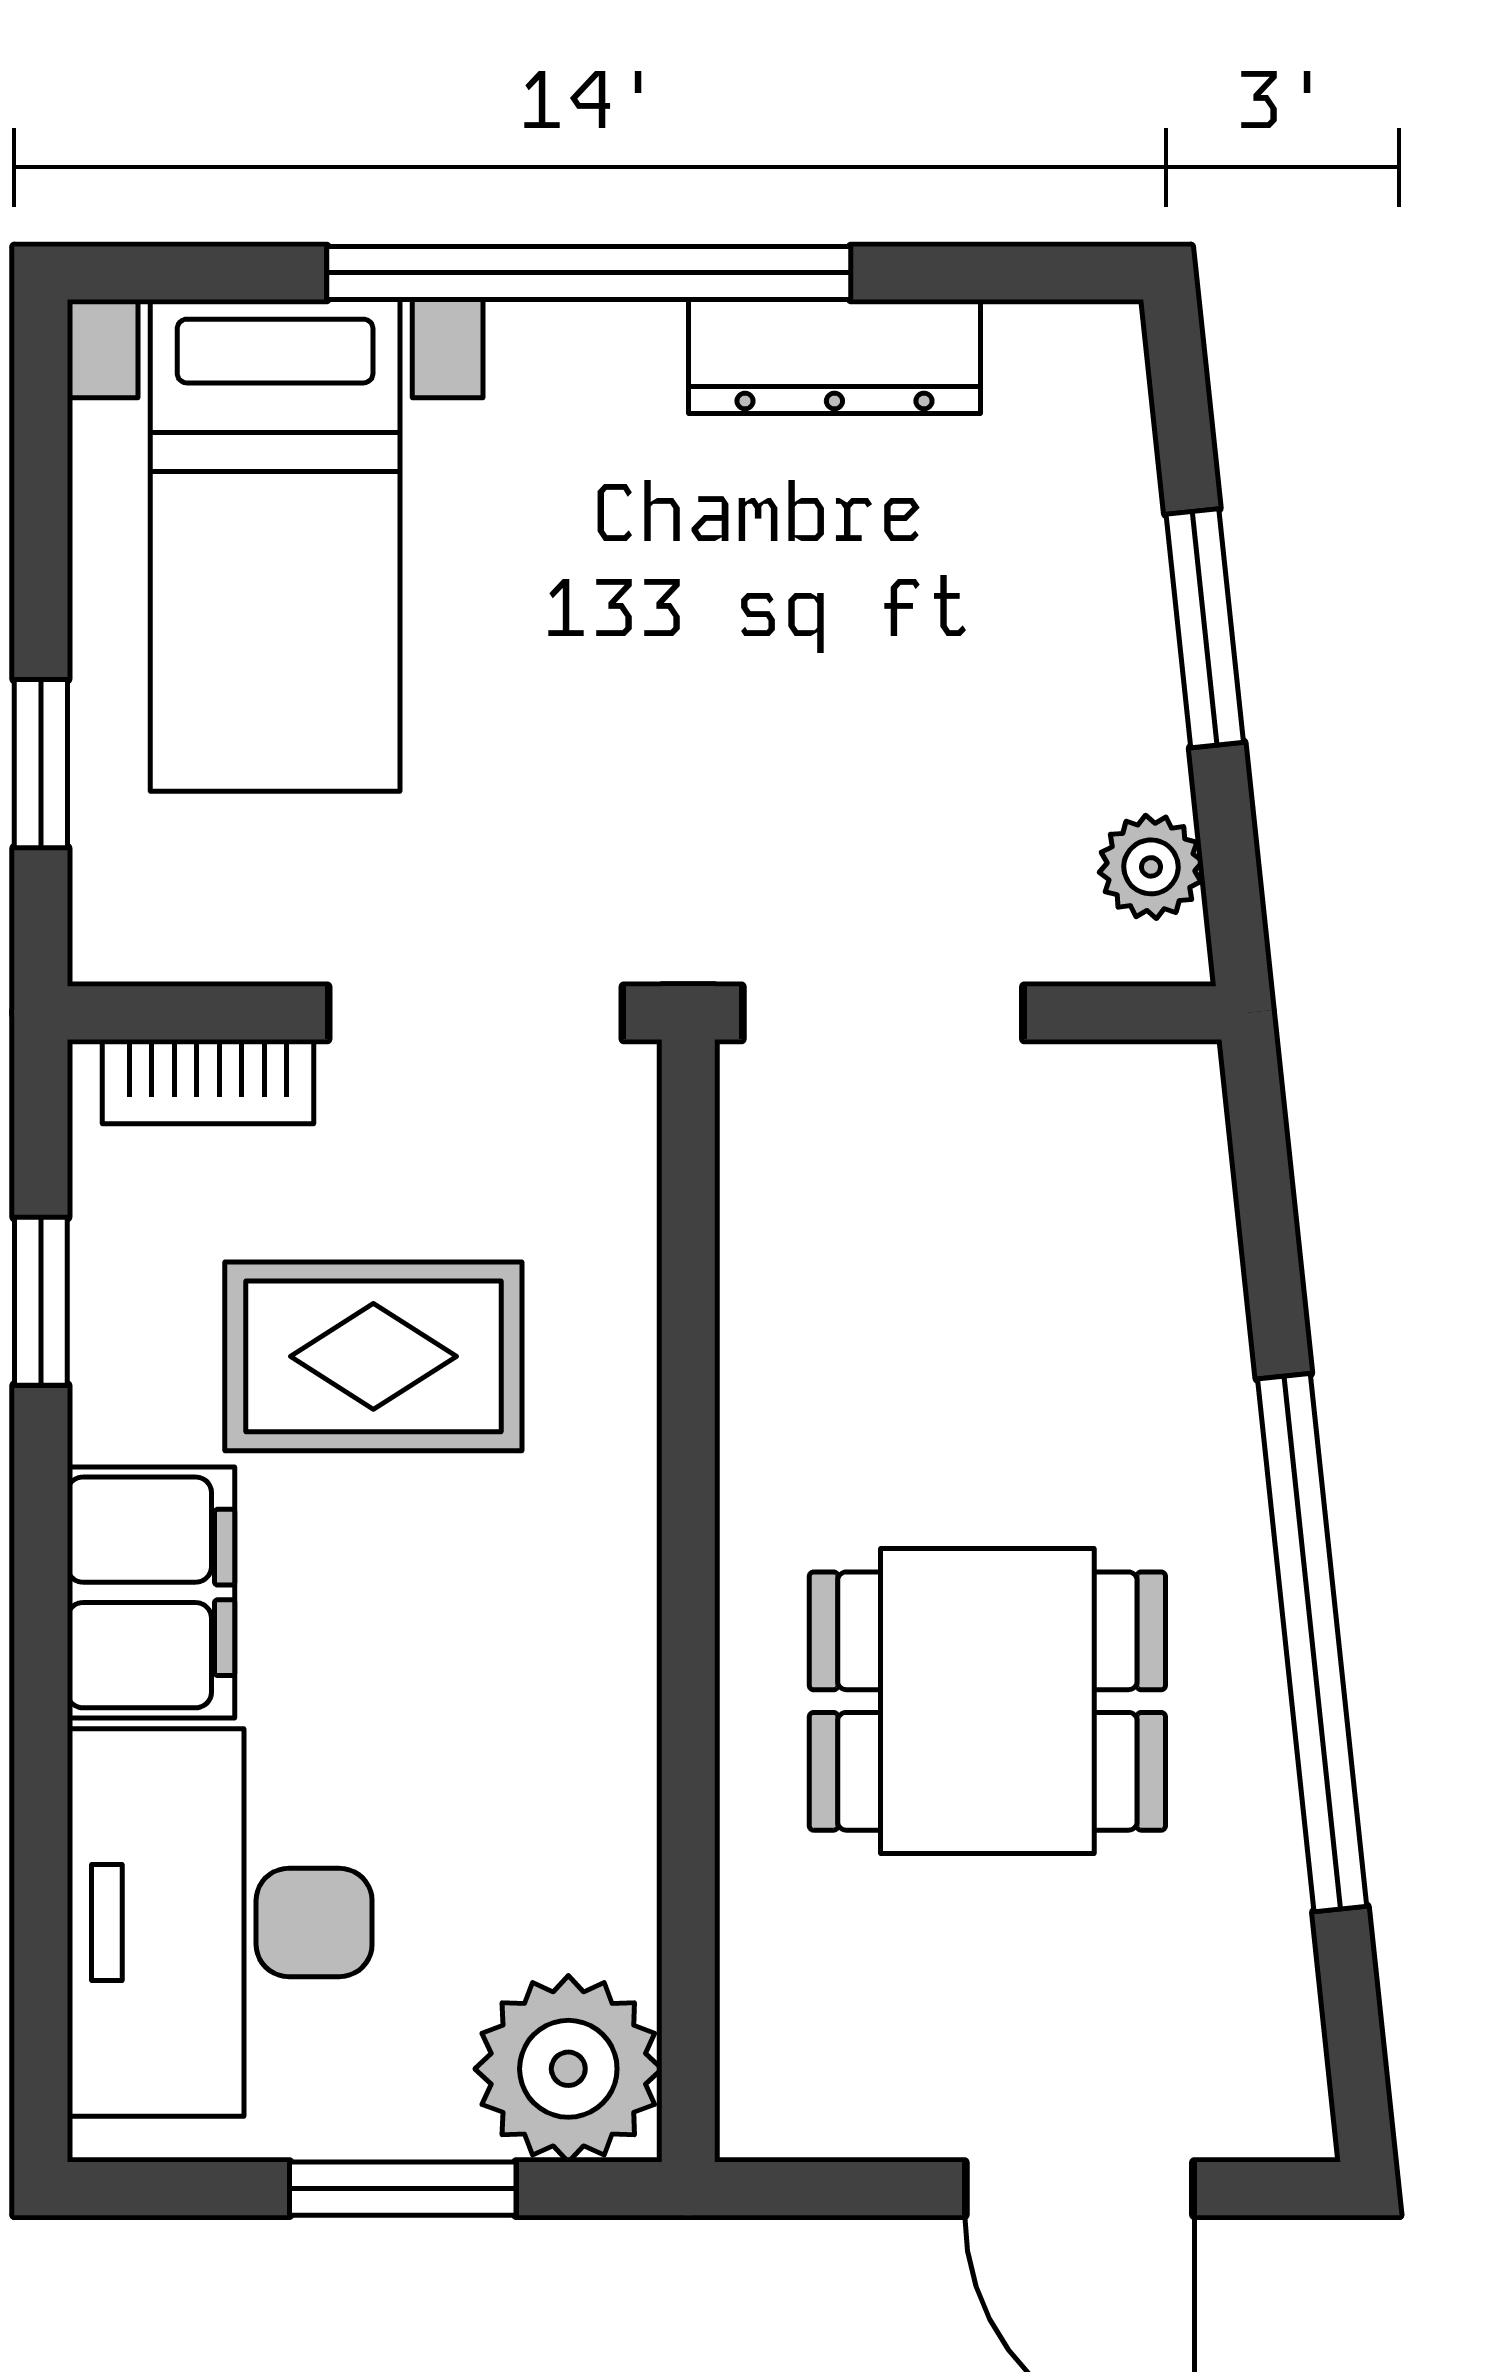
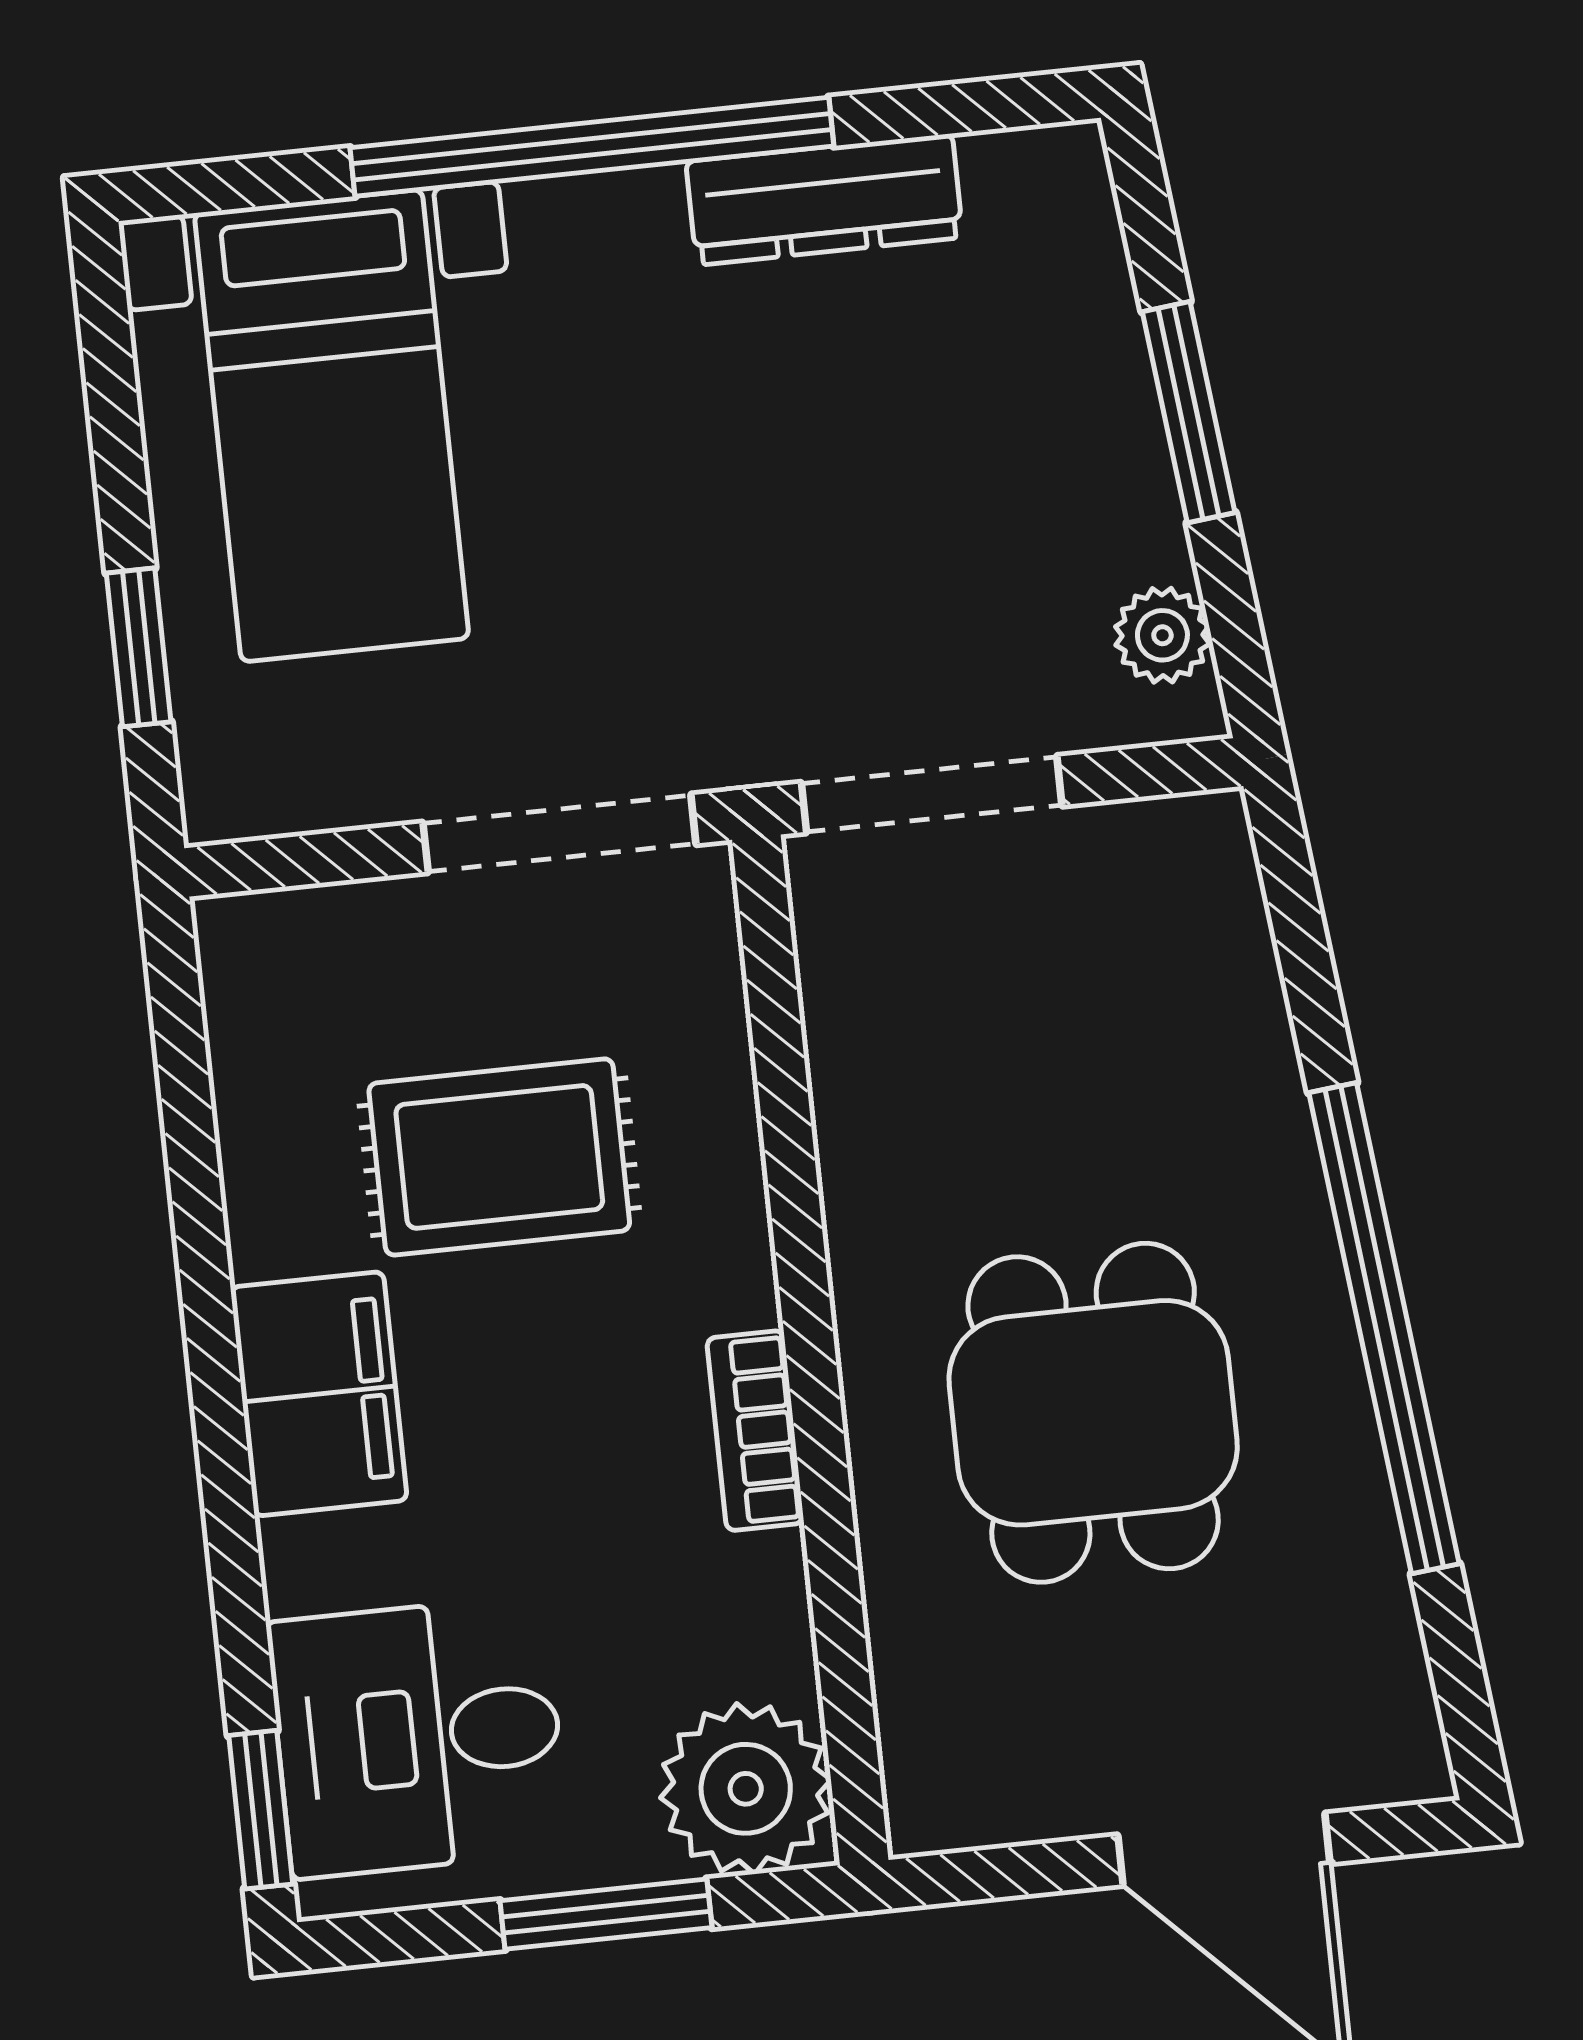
bookcase: (208, 1082) -> (755, 1431), moved, turned 90
window: (41, 1301) -> (261, 1810), moved
dining table: (987, 1701) -> (1093, 1413), turned 90
desk: (220, 1922) -> (418, 1737), width x0.73

